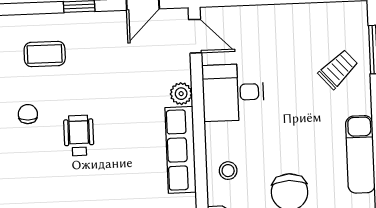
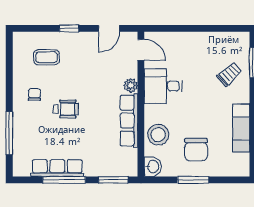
wheelchair: (79, 135) -> (66, 109), turned 90
stool: (228, 171) -> (158, 135), width x1.89, depth x1.89

